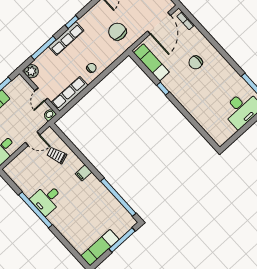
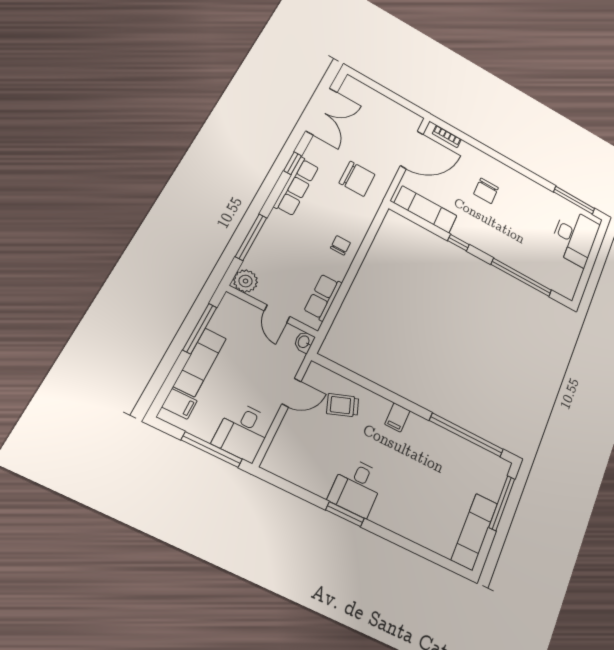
window: (72, 22) -> (293, 163), moved
door: (159, 23) -> (412, 150), hinge flipped
chair: (117, 32) -> (357, 179), turned 180
row of seats: (66, 39) -> (296, 186), moved
row of seats: (70, 94) -> (323, 297), width x0.68
window: (194, 122) -> (521, 277), added
window: (35, 210) -> (345, 514), width x0.47

